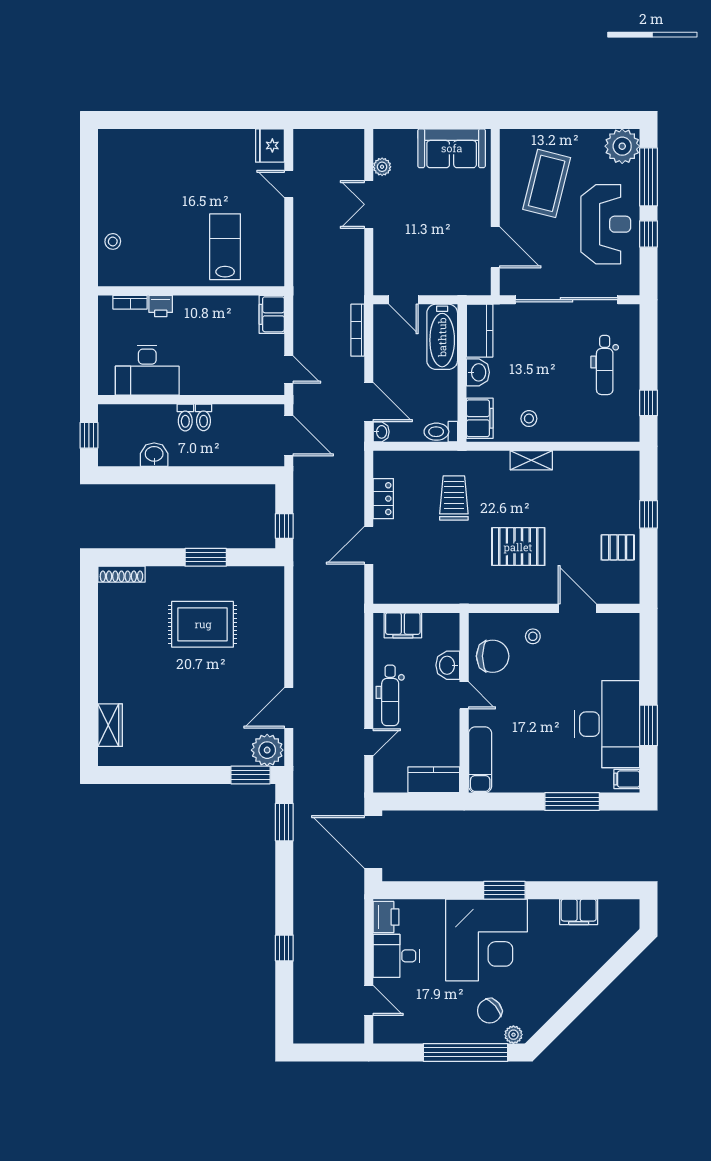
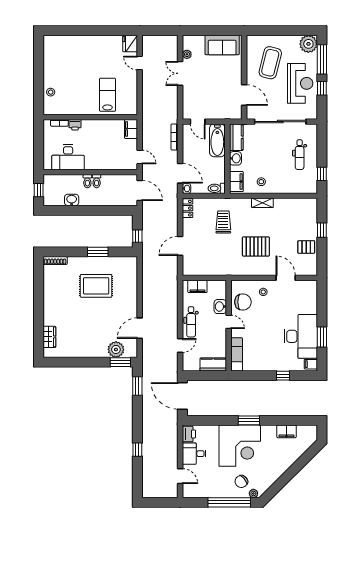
locker: (383, 499) -> (188, 208), moved
plant: (267, 750) -> (116, 349), moved
window: (572, 802) -> (283, 376), width x0.46

